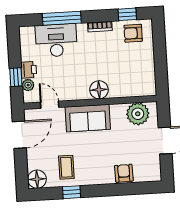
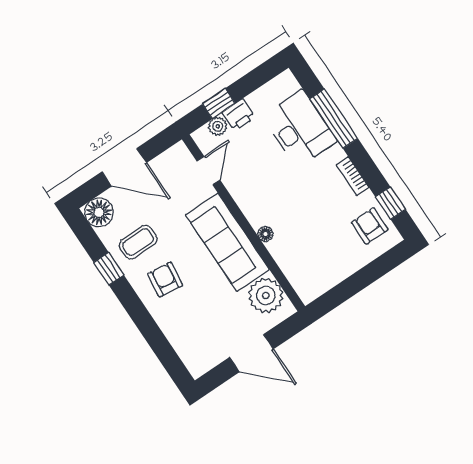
floor lamp: (99, 90) -> (265, 234), width x0.53, depth x0.53
sofa: (88, 118) -> (227, 242), width x1.36
door: (19, 135) -> (124, 167), moved
armchair: (124, 173) -> (165, 280), moved, turned -82

